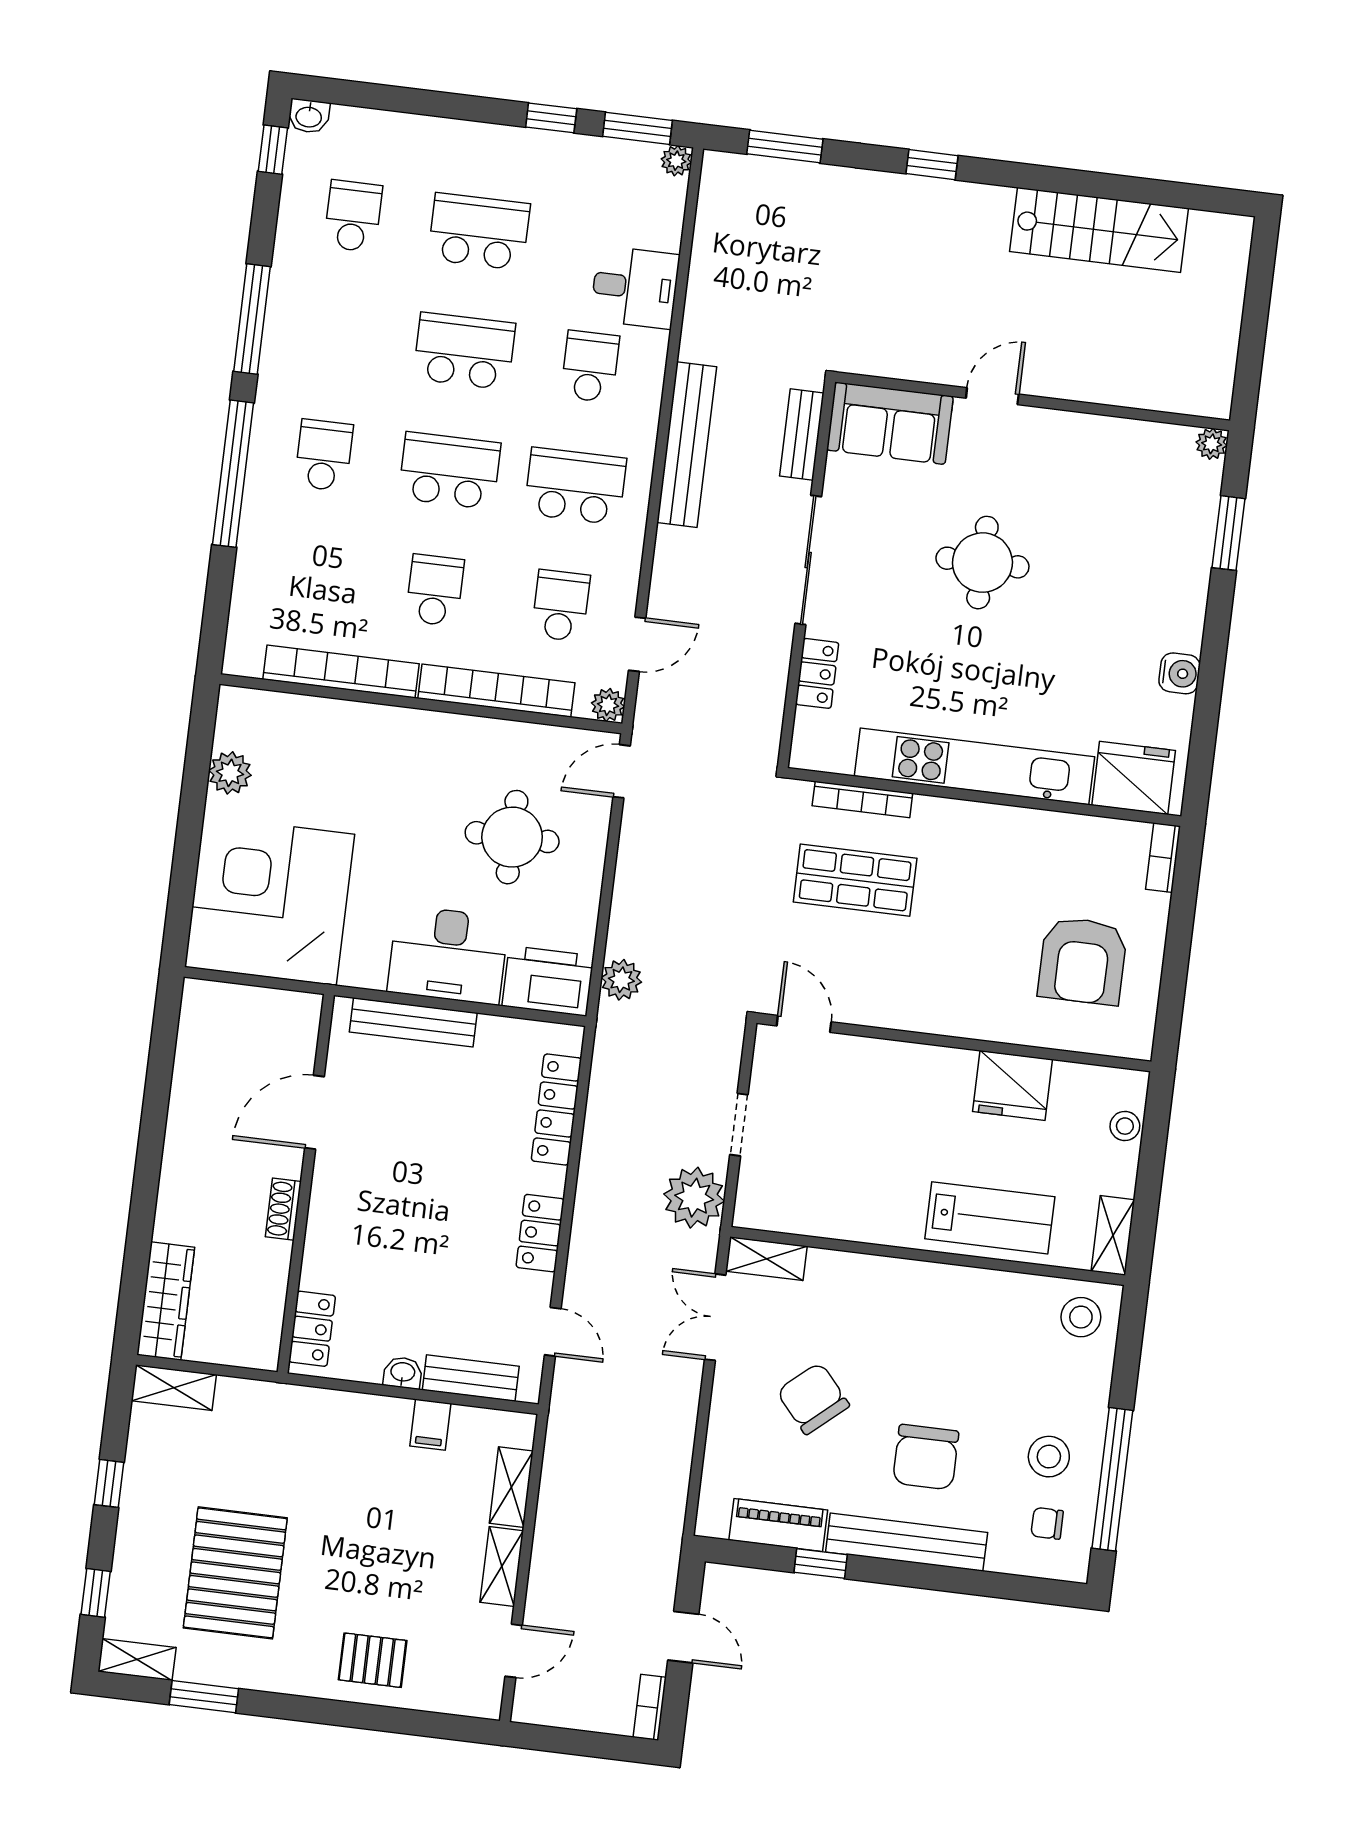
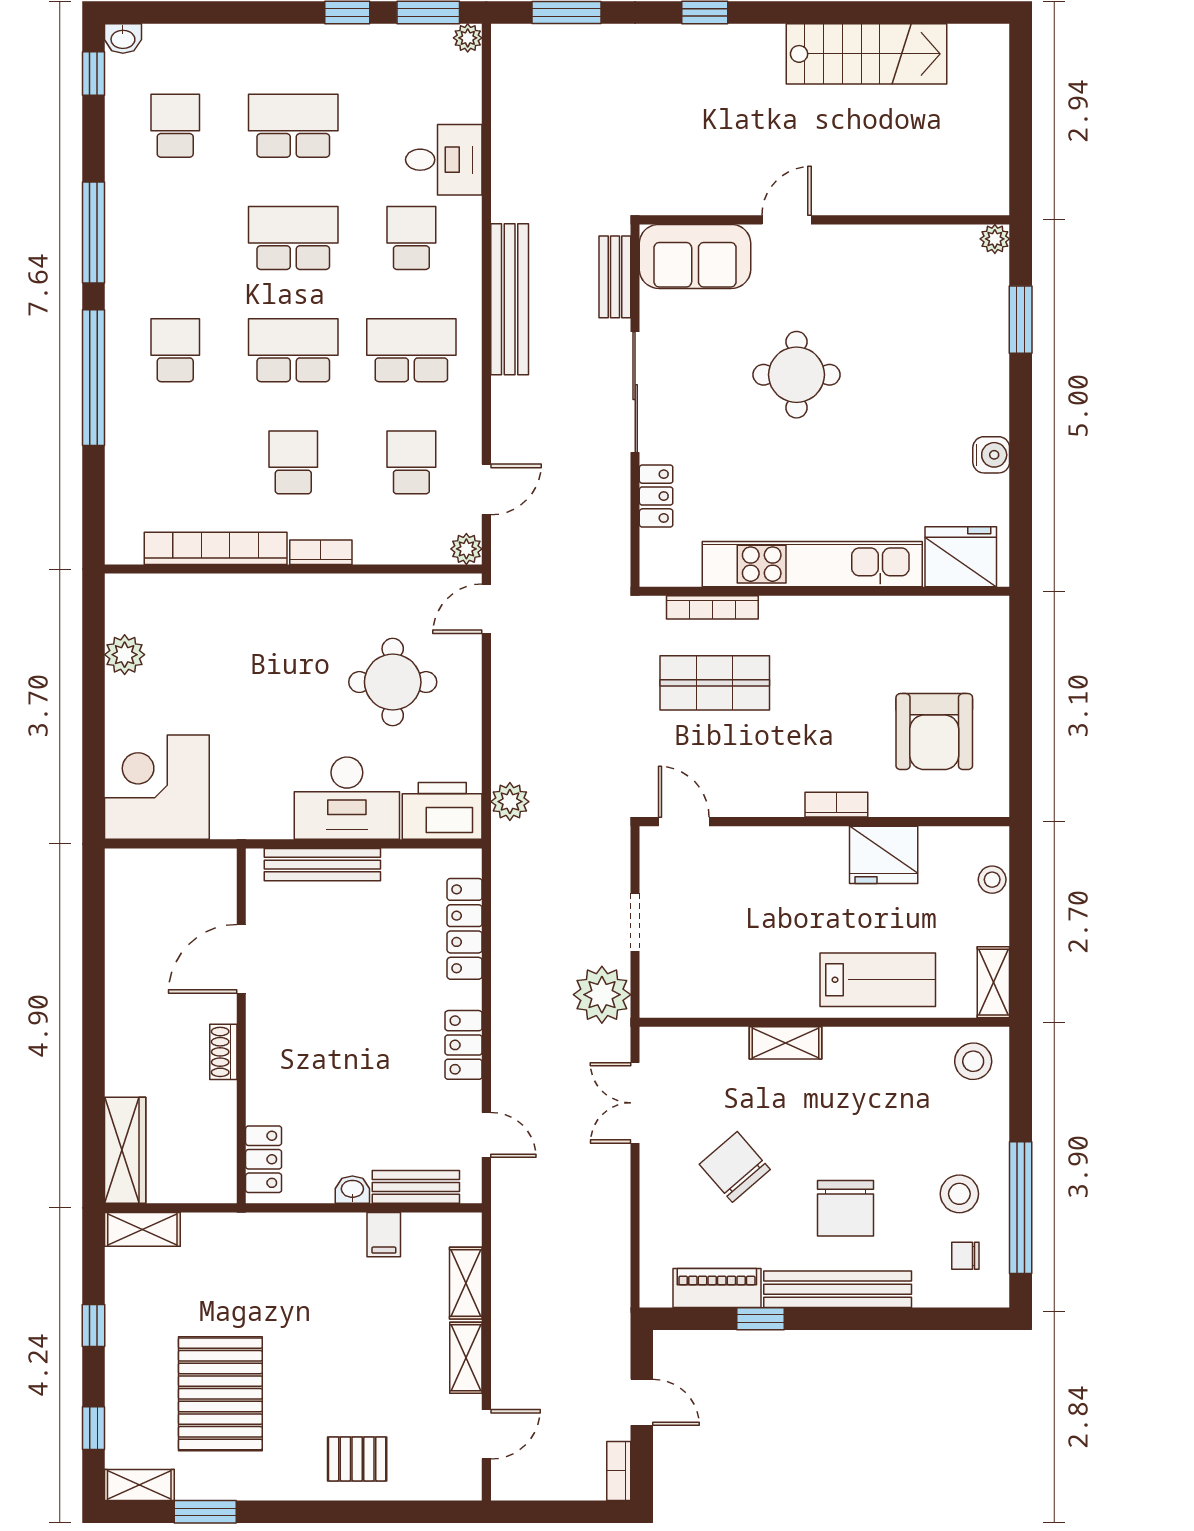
bookcase: (496, 691) -> (321, 552), width x0.43, depth x0.76
bookcase: (1163, 858) -> (836, 805), moved, turned 90
corner desk: (270, 901) -> (157, 787), width x0.74, depth x0.74
shelving: (766, 1259) -> (786, 1043), moved

